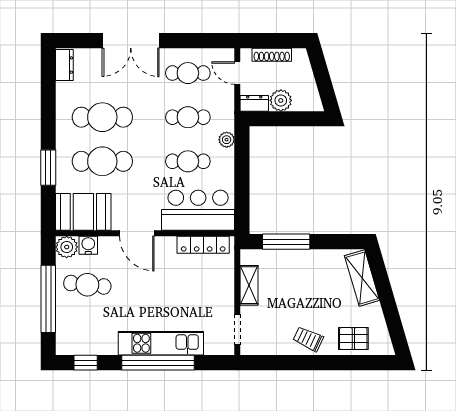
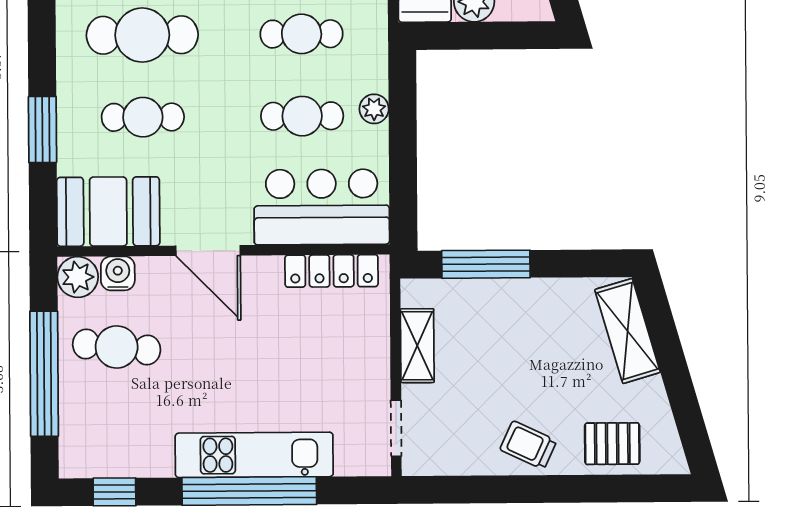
plant: (227, 140) -> (374, 109), moved
cafe table: (102, 161) -> (143, 117), width x0.73, depth x0.74

